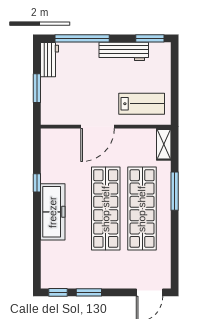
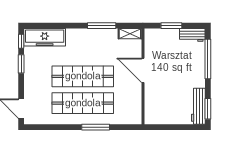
workbench: (124, 51) -> (198, 106), moved
lab bench: (142, 104) -> (160, 103), removed
shelving: (164, 144) -> (130, 34), moved
window: (37, 183) -> (102, 26), width x2.17
freezer: (53, 212) -> (45, 37), moved

